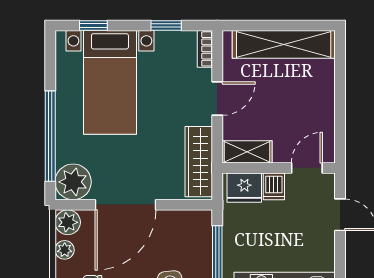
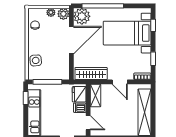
door: (125, 205) -> (71, 40), swing flipped

